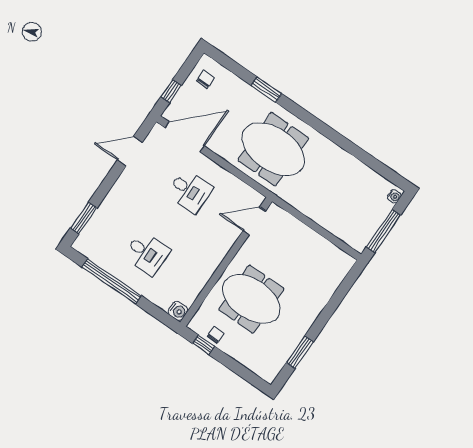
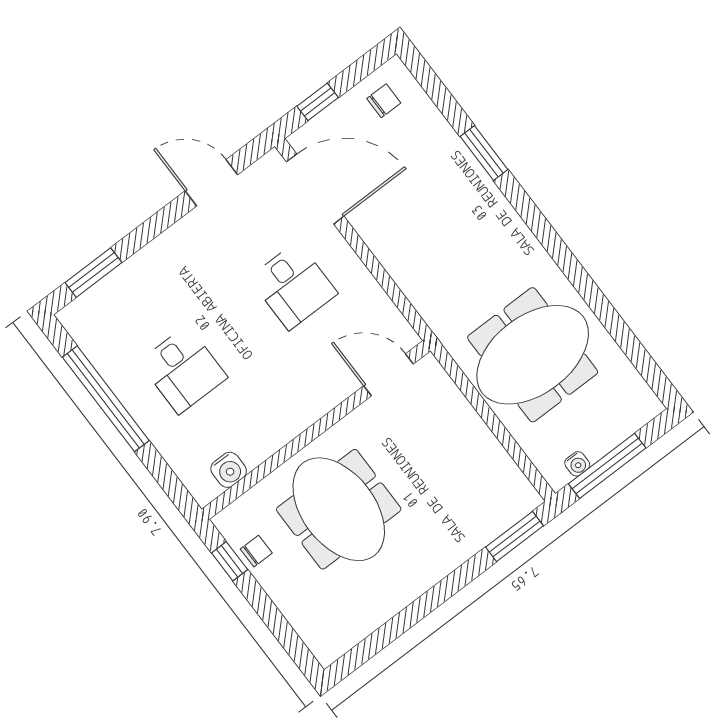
meeting table: (273, 149) -> (533, 355), moved, turned 90
water cooler: (394, 196) -> (577, 464), moved
water cooler: (178, 311) -> (229, 470), moved
window: (300, 352) -> (515, 536), moved

